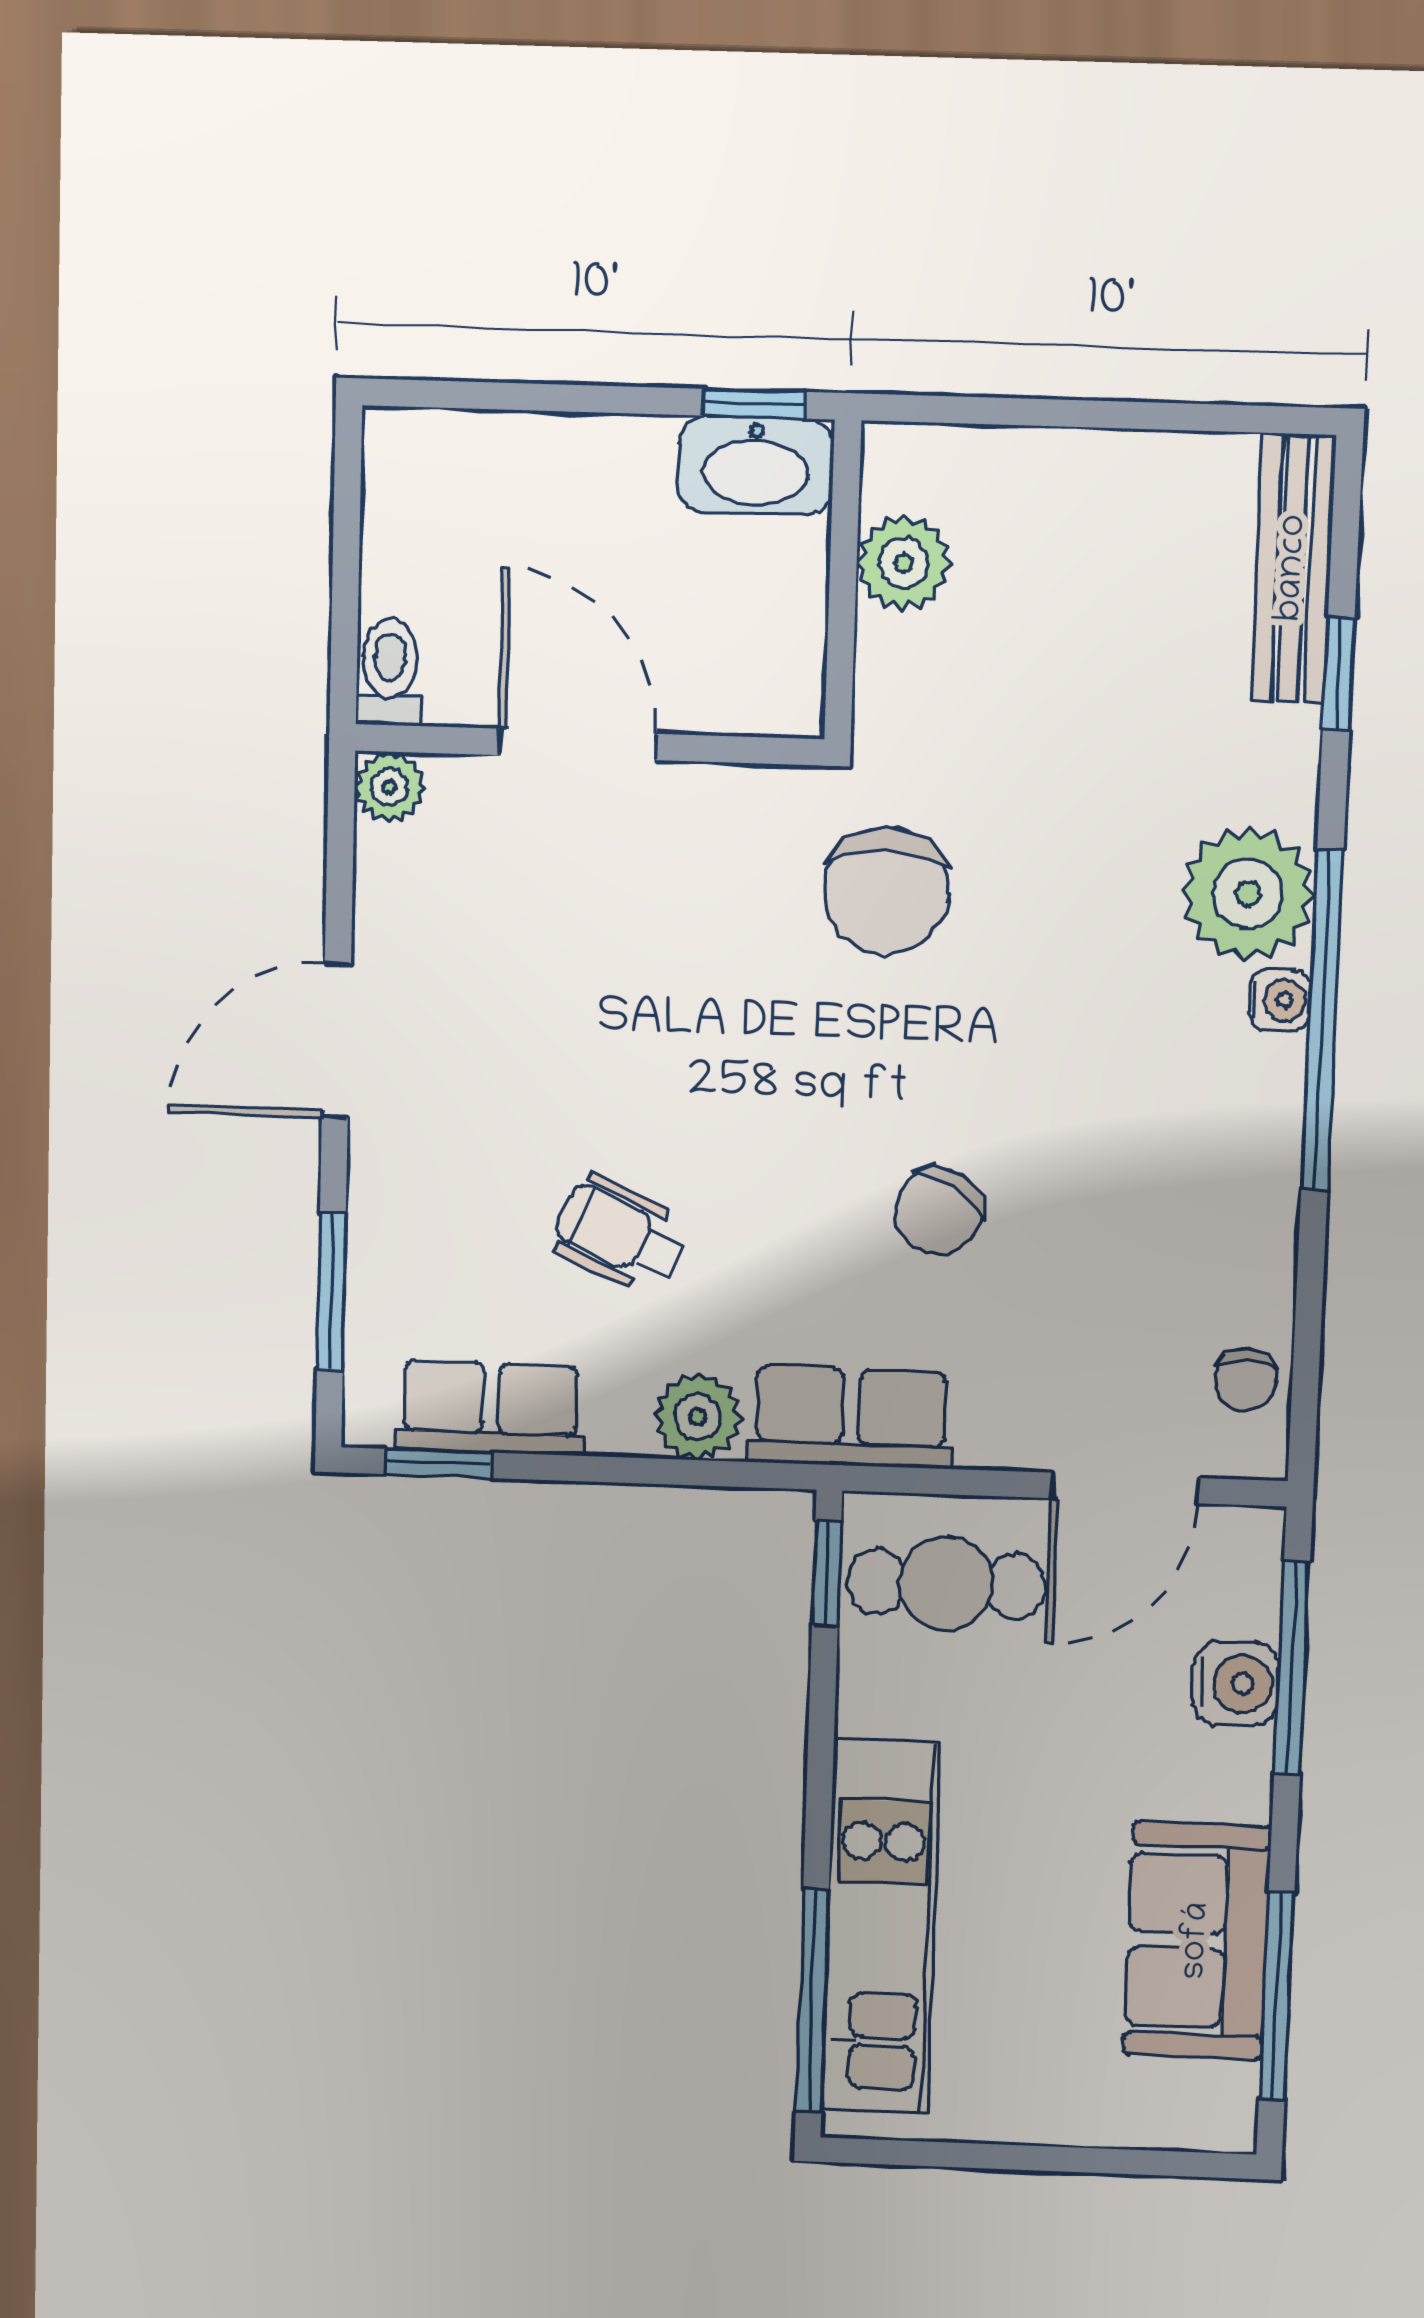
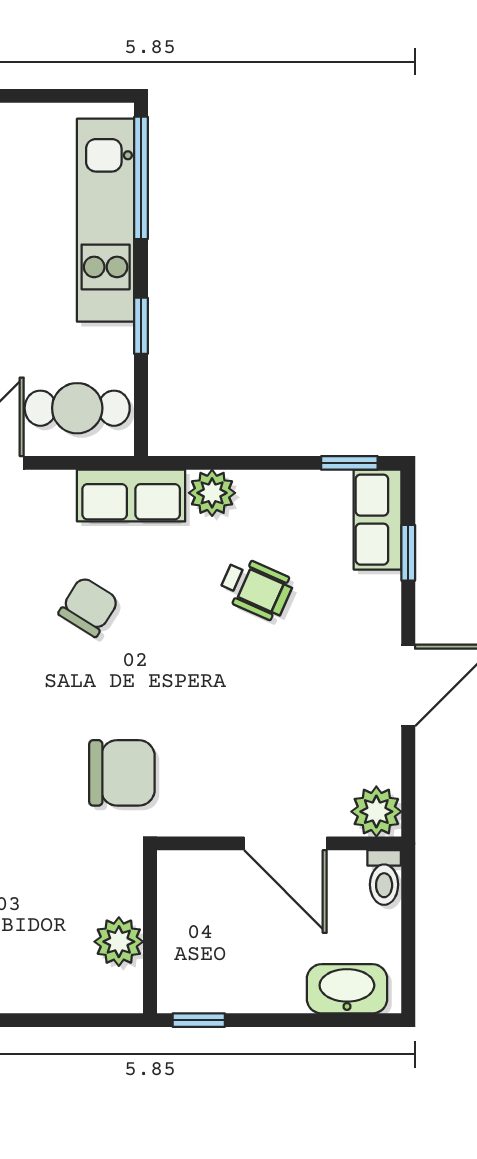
washbasin: (756, 466) -> (347, 989), moved
plant: (389, 787) -> (376, 812), width x1.38, depth x1.38
chair: (886, 891) -> (122, 773), turned 90
window: (331, 1291) -> (408, 553), width x0.67
row of seats: (491, 1408) -> (378, 520), moved, turned 90
window: (827, 1573) -> (141, 326), moved

